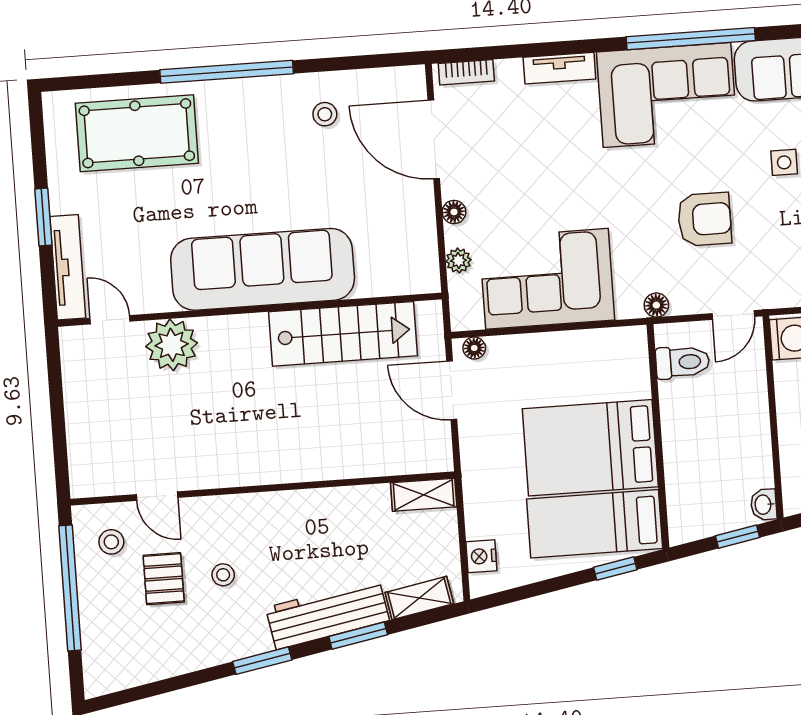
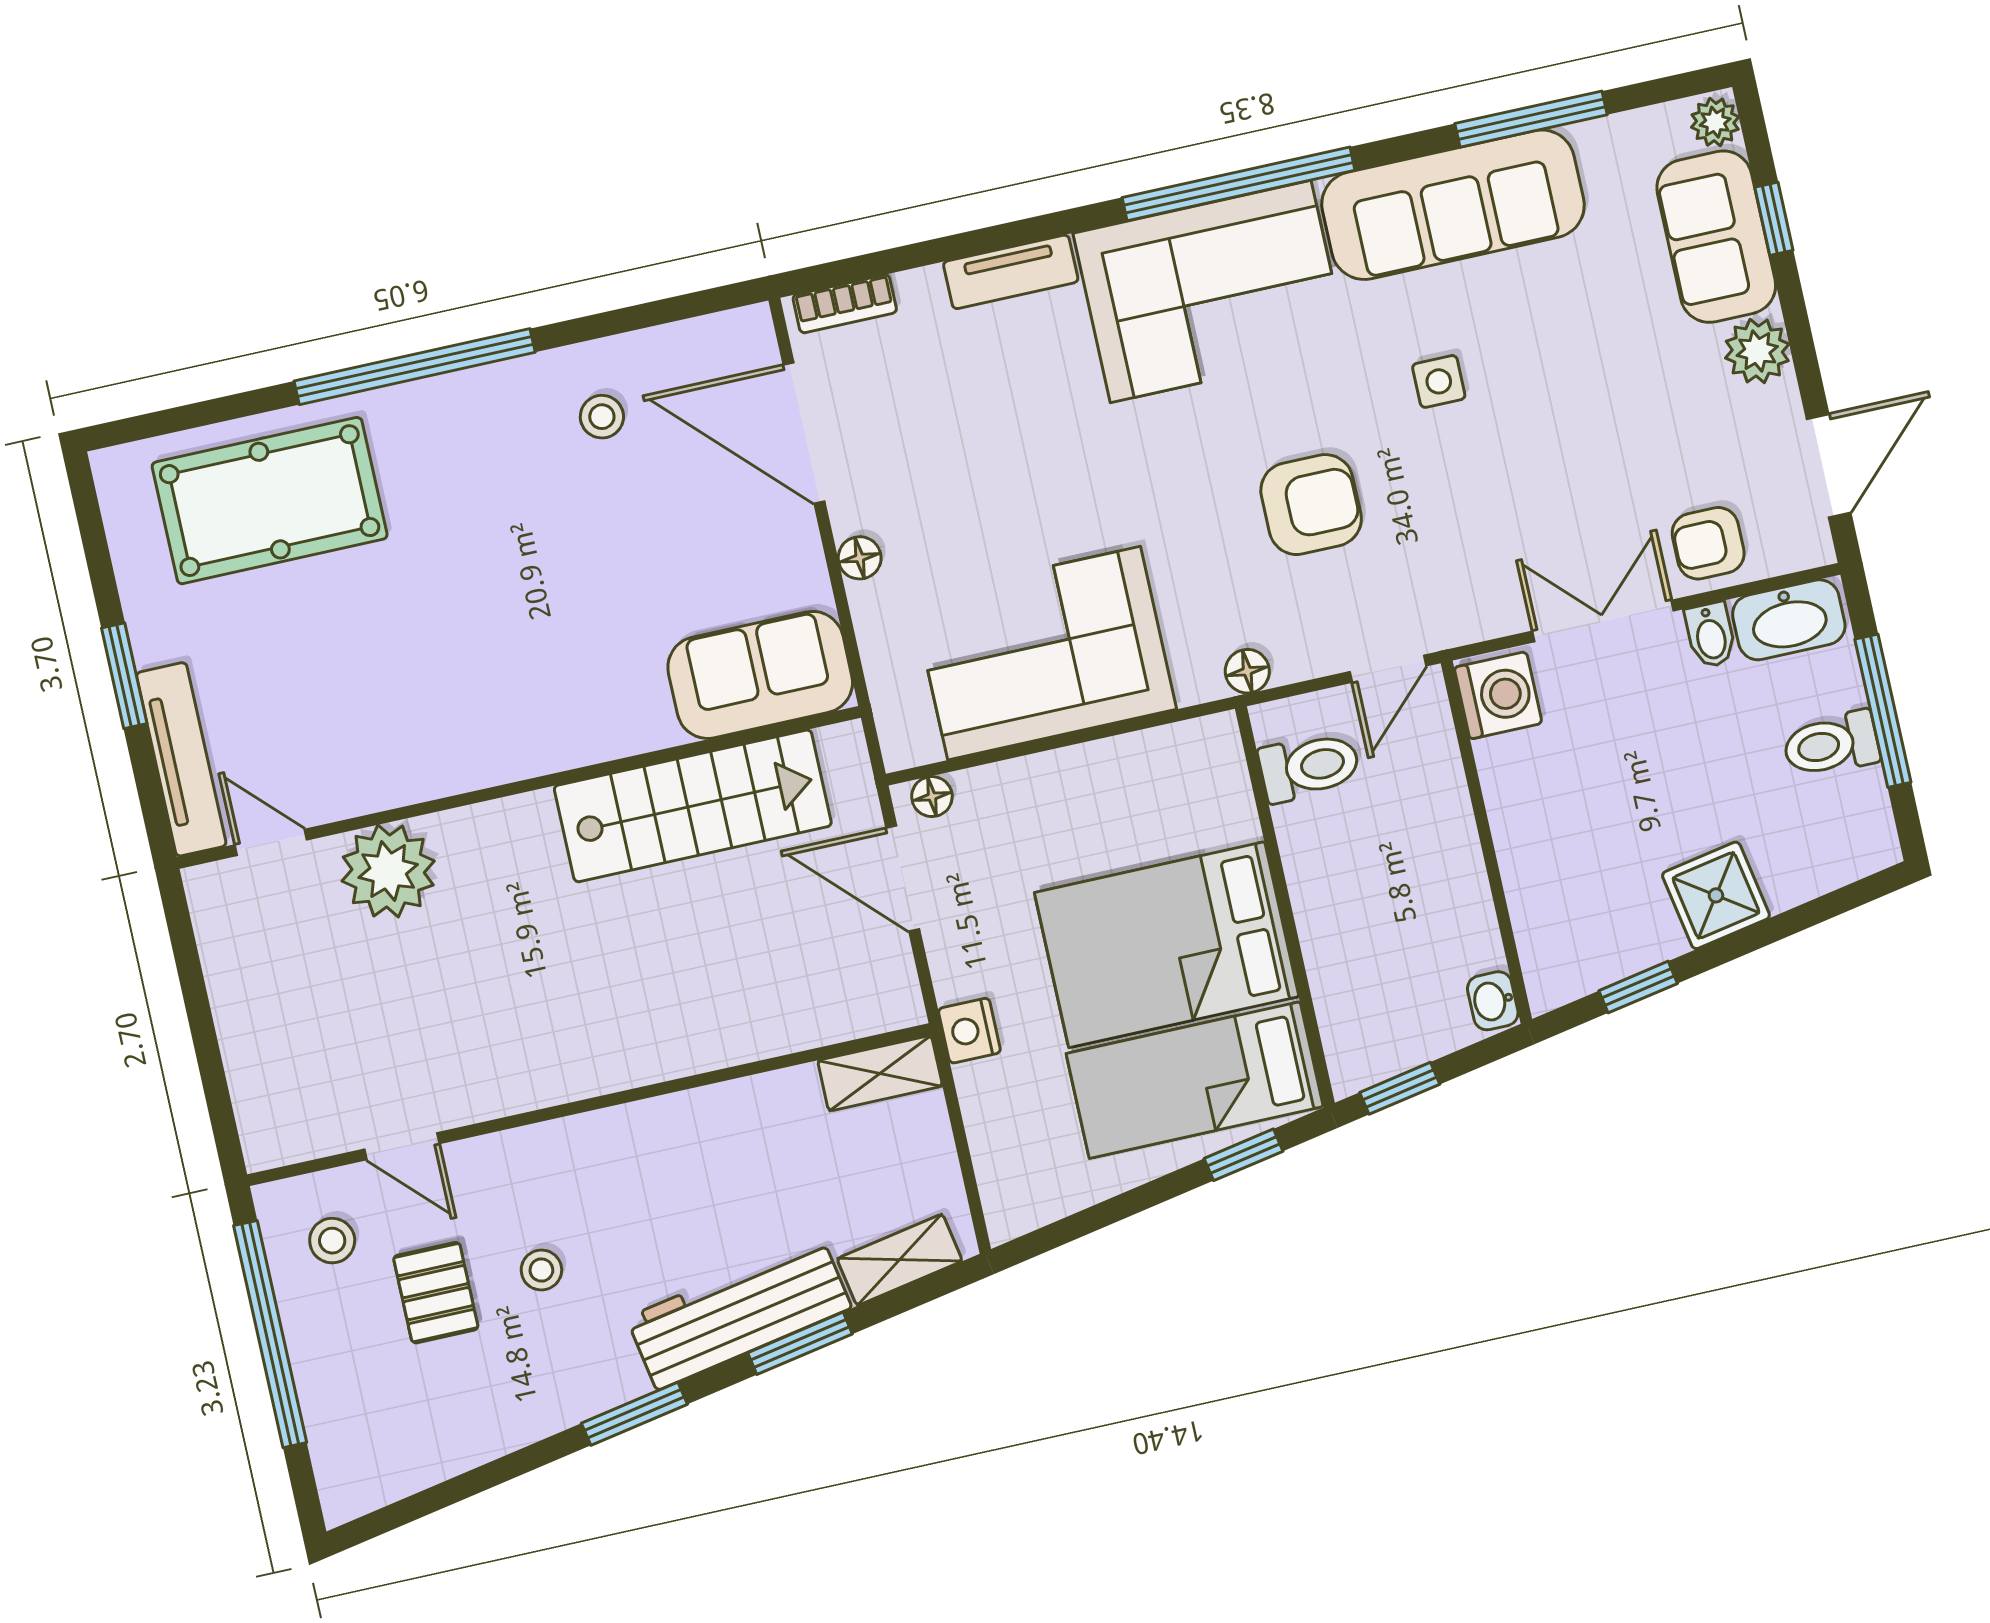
plant: (458, 260) -> (880, 644), removed
sofa: (263, 269) -> (760, 675), moved, width x0.54, depth x0.79
window: (737, 537) -> (1400, 1088), moved
nightstand: (481, 556) -> (969, 1031), moved

